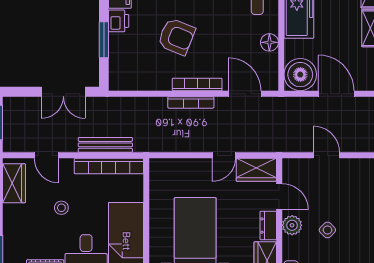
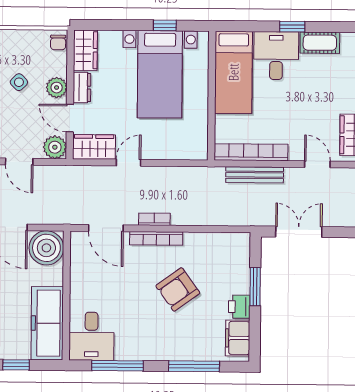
armchair: (177, 37) -> (178, 289), turned -58
floor lamp: (269, 42) -> (79, 282), removed
bookcase: (191, 102) -> (154, 219), width x0.64
plant: (293, 169) -> (55, 147), added
stool: (61, 208) -> (302, 108), removed

